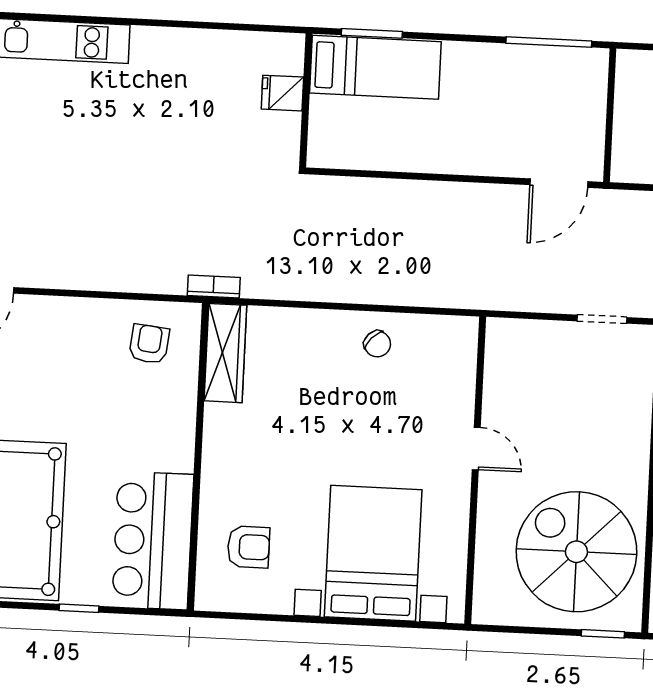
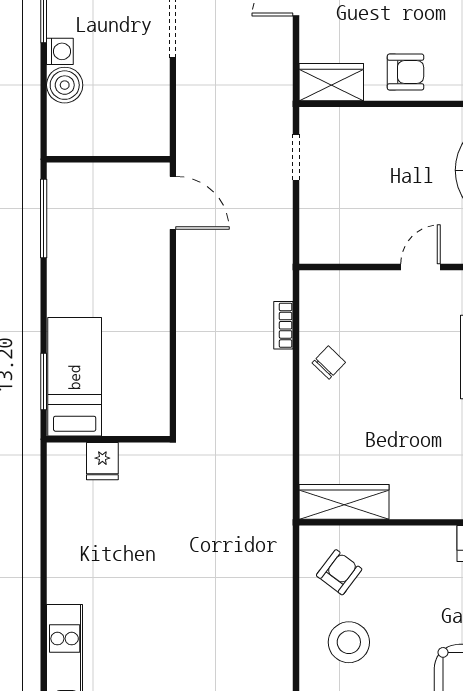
bookcase: (214, 286) -> (283, 325), moved
armchair: (149, 344) -> (339, 572), turned 121
stool: (73, 351) -> (349, 642), added

